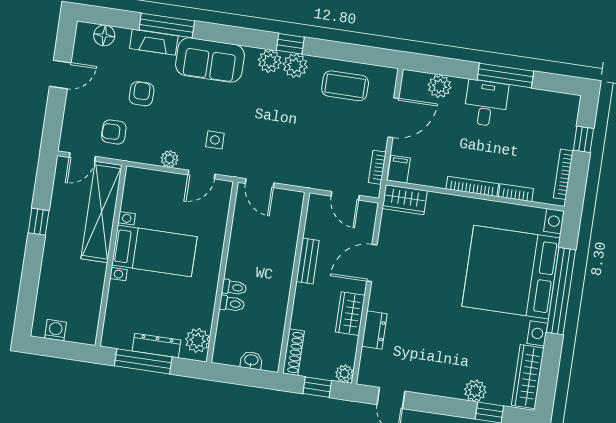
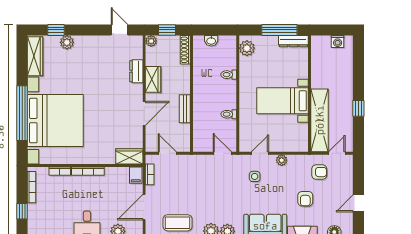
toilet: (234, 287) -> (229, 114), moved
dresser: (156, 346) -> (293, 41), moved

